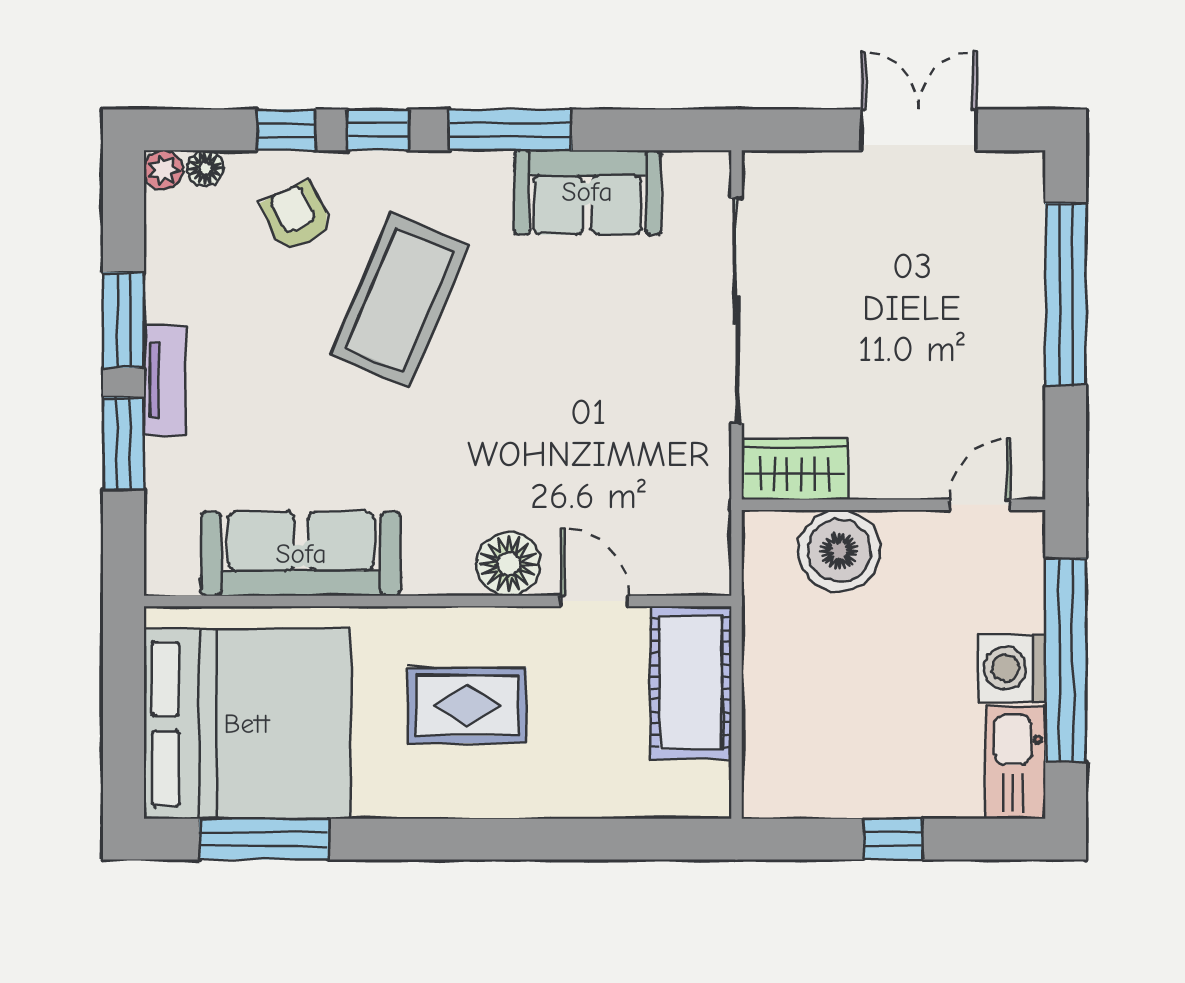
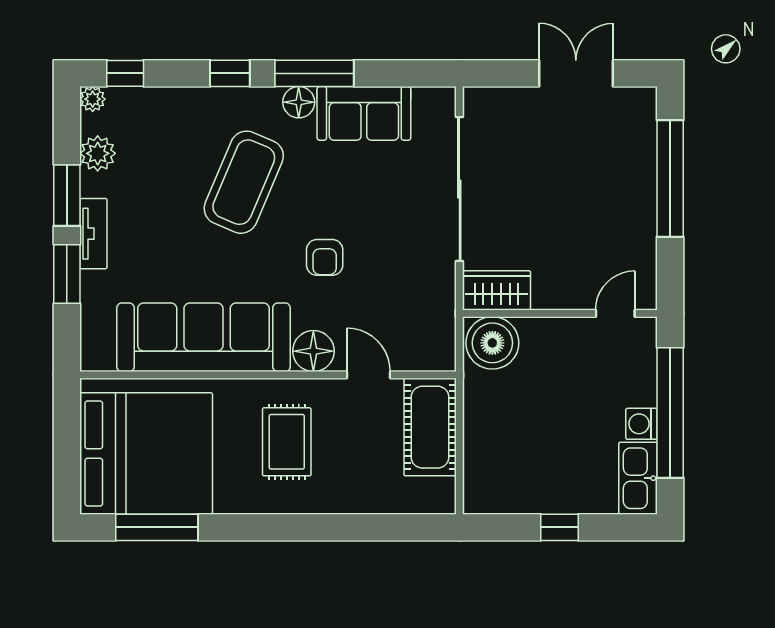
window: (287, 130) -> (125, 73), moved
floor lamp: (205, 168) -> (299, 102), moved, width x1.37, depth x1.37
armchair: (296, 216) -> (325, 257), moved, turned -153
plant: (172, 255) -> (98, 153), added
boiler: (839, 551) -> (492, 343), moved
sofa: (301, 554) -> (203, 337), width x1.36, depth x1.27
washing machine: (1012, 668) -> (641, 424), width x0.73, depth x0.73
rug: (467, 705) -> (287, 442), turned 90

